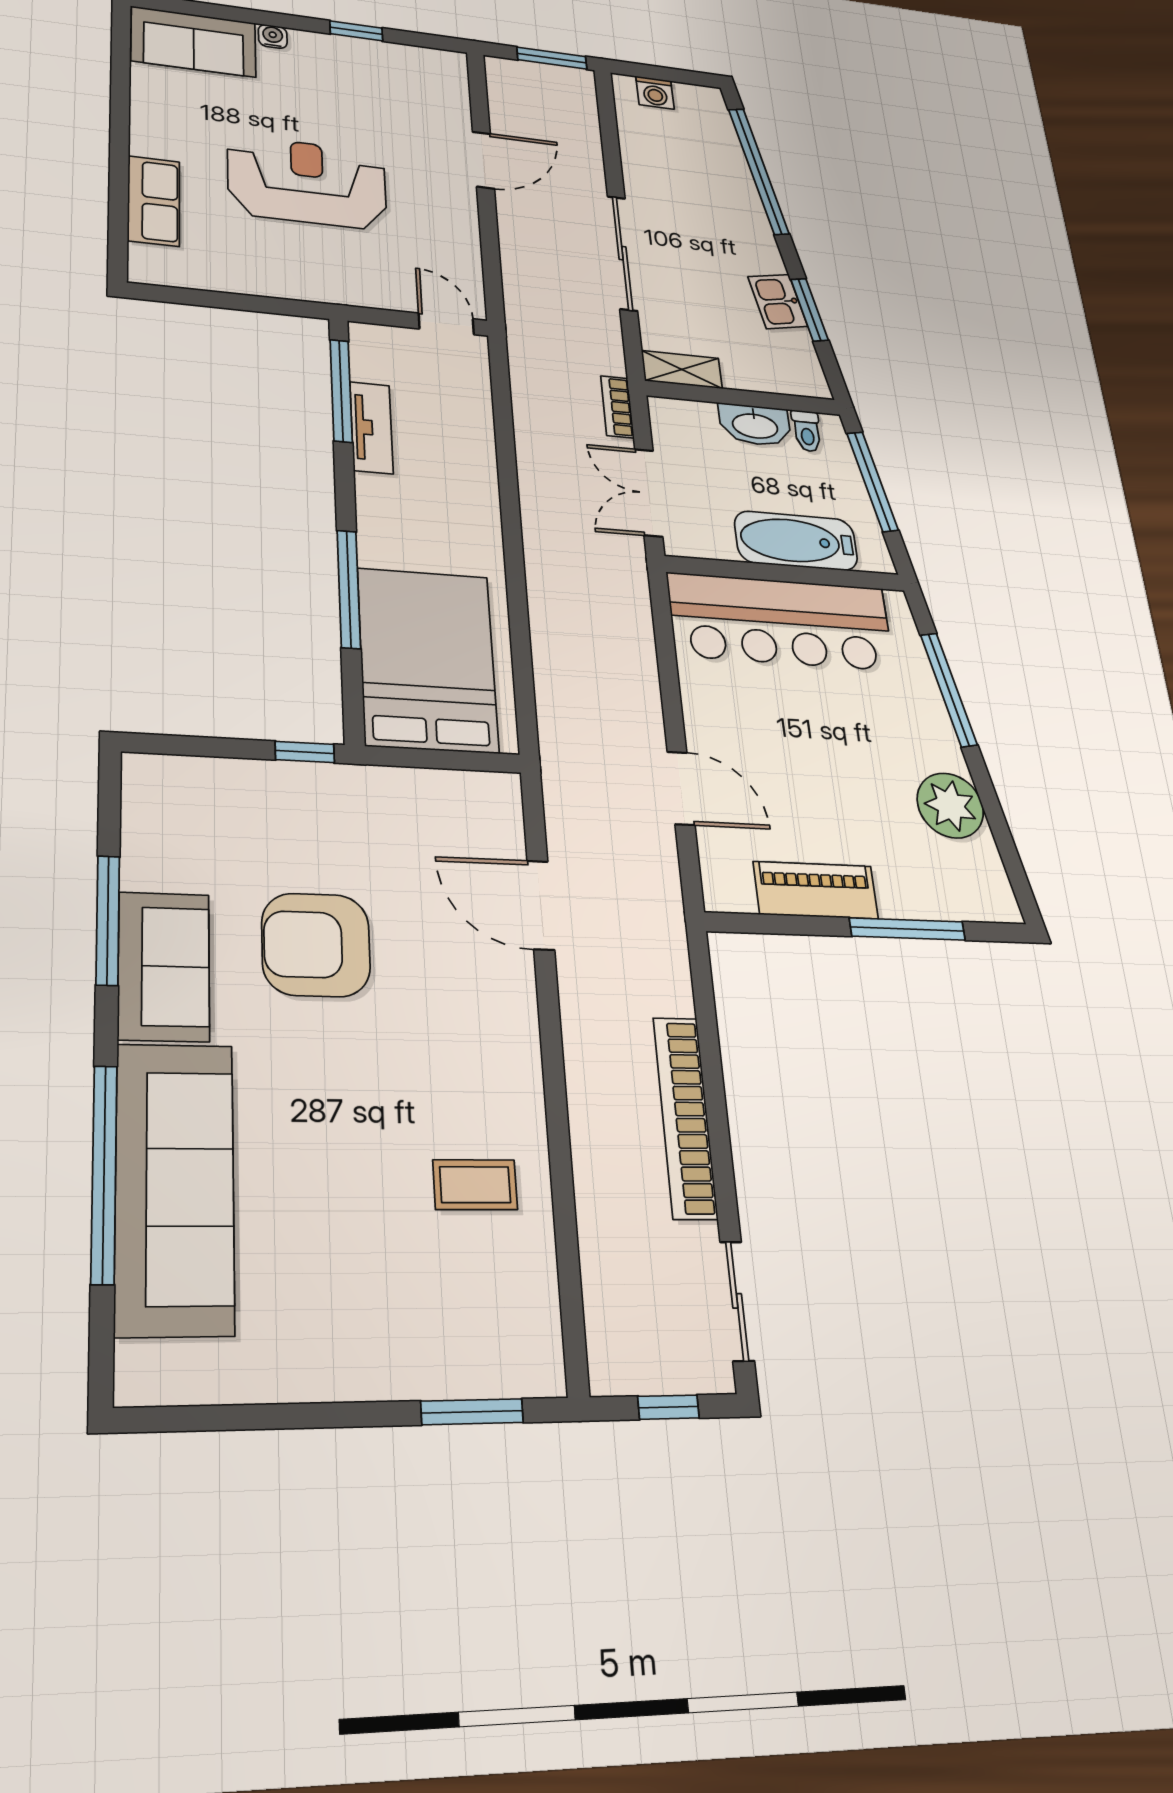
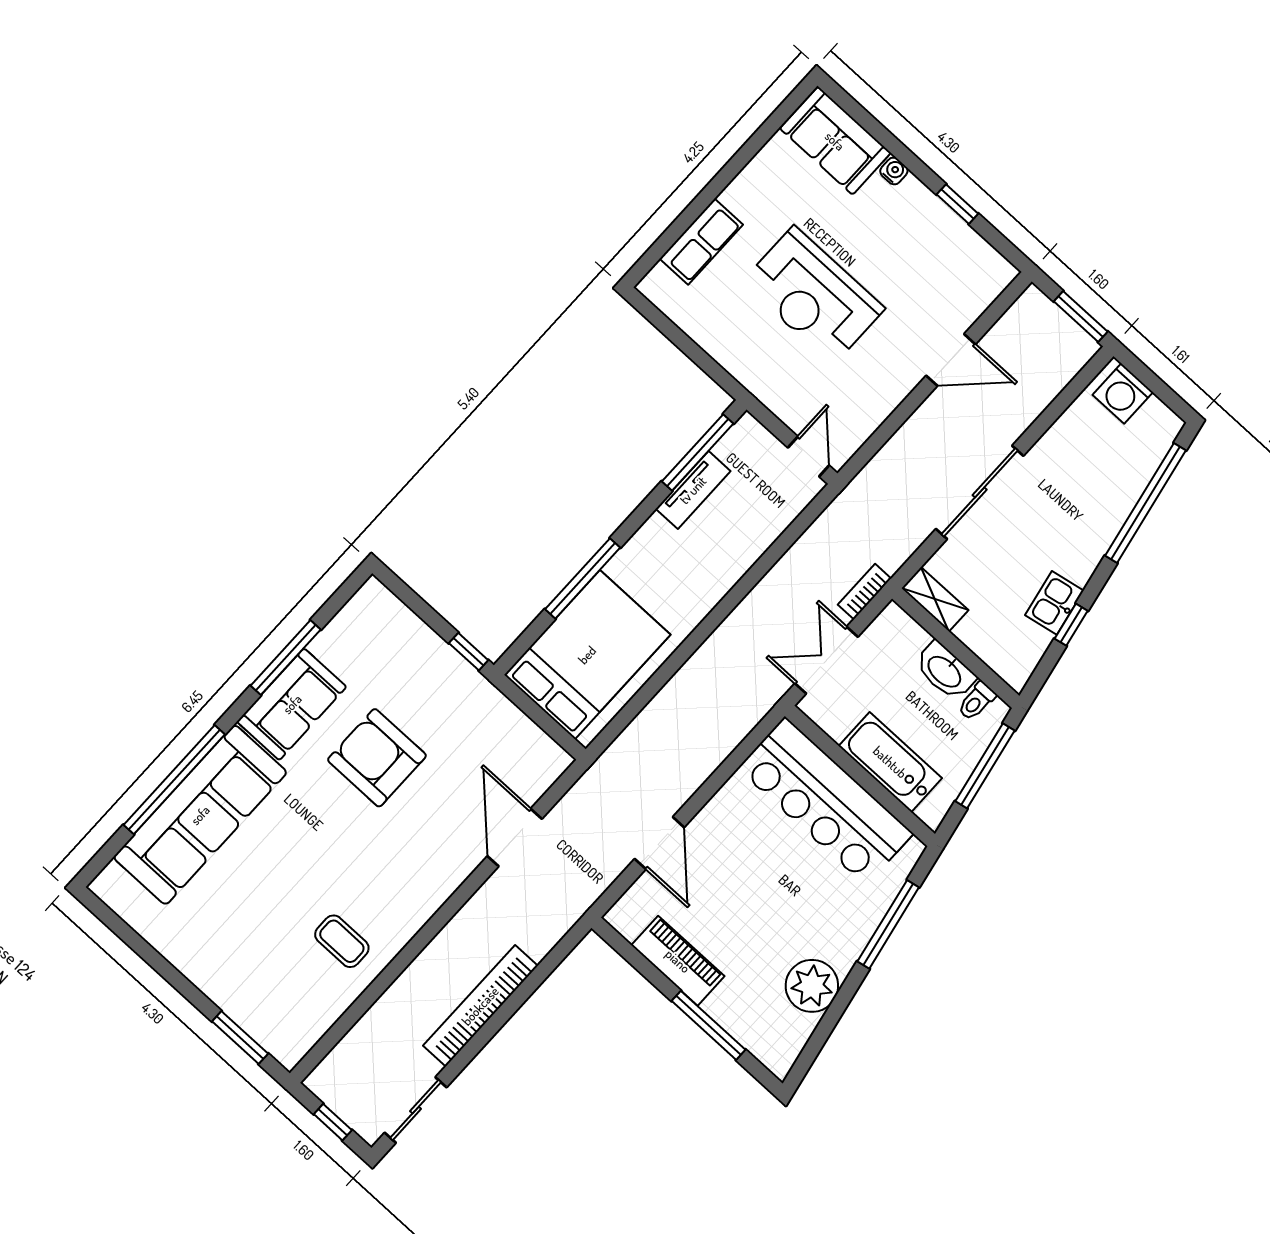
washing machine: (655, 93) -> (1123, 394), width x1.38, depth x1.38
reception desk: (307, 183) -> (813, 295), turned 180
window: (809, 310) -> (1071, 625), width x0.67

